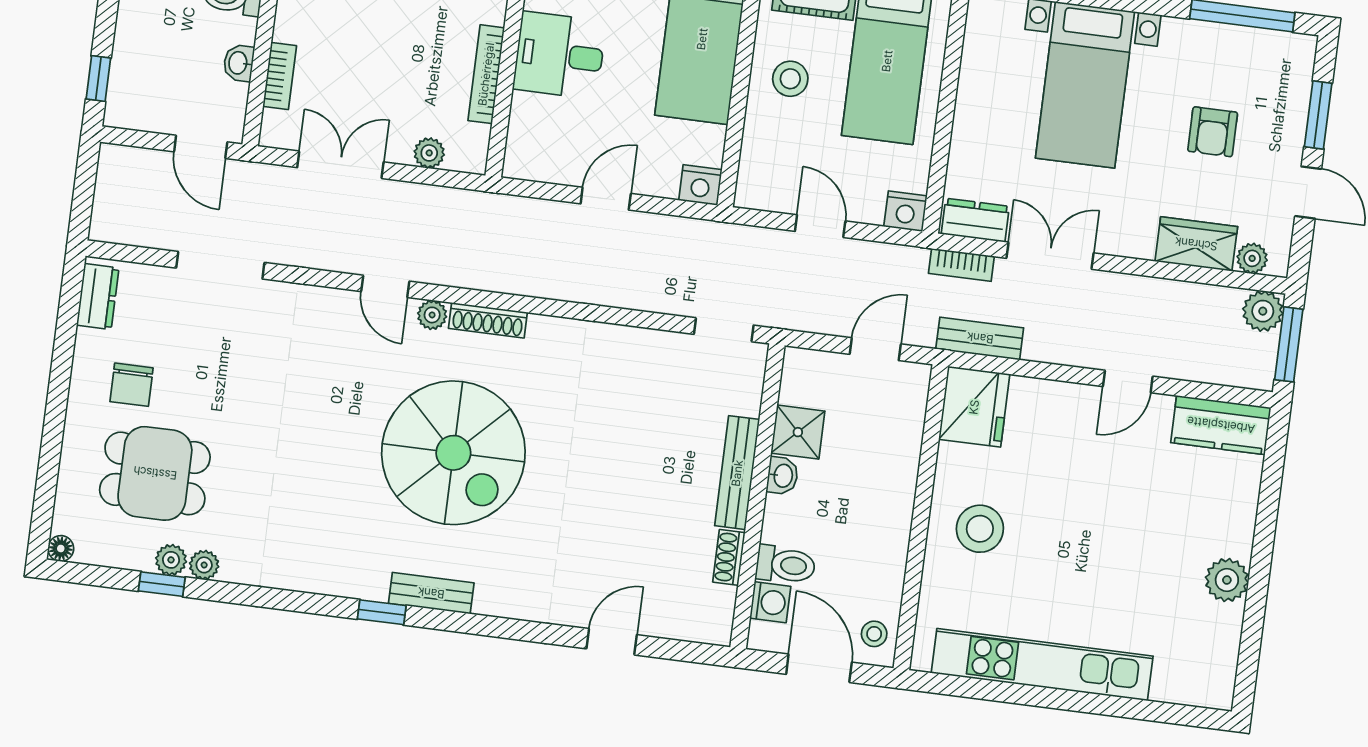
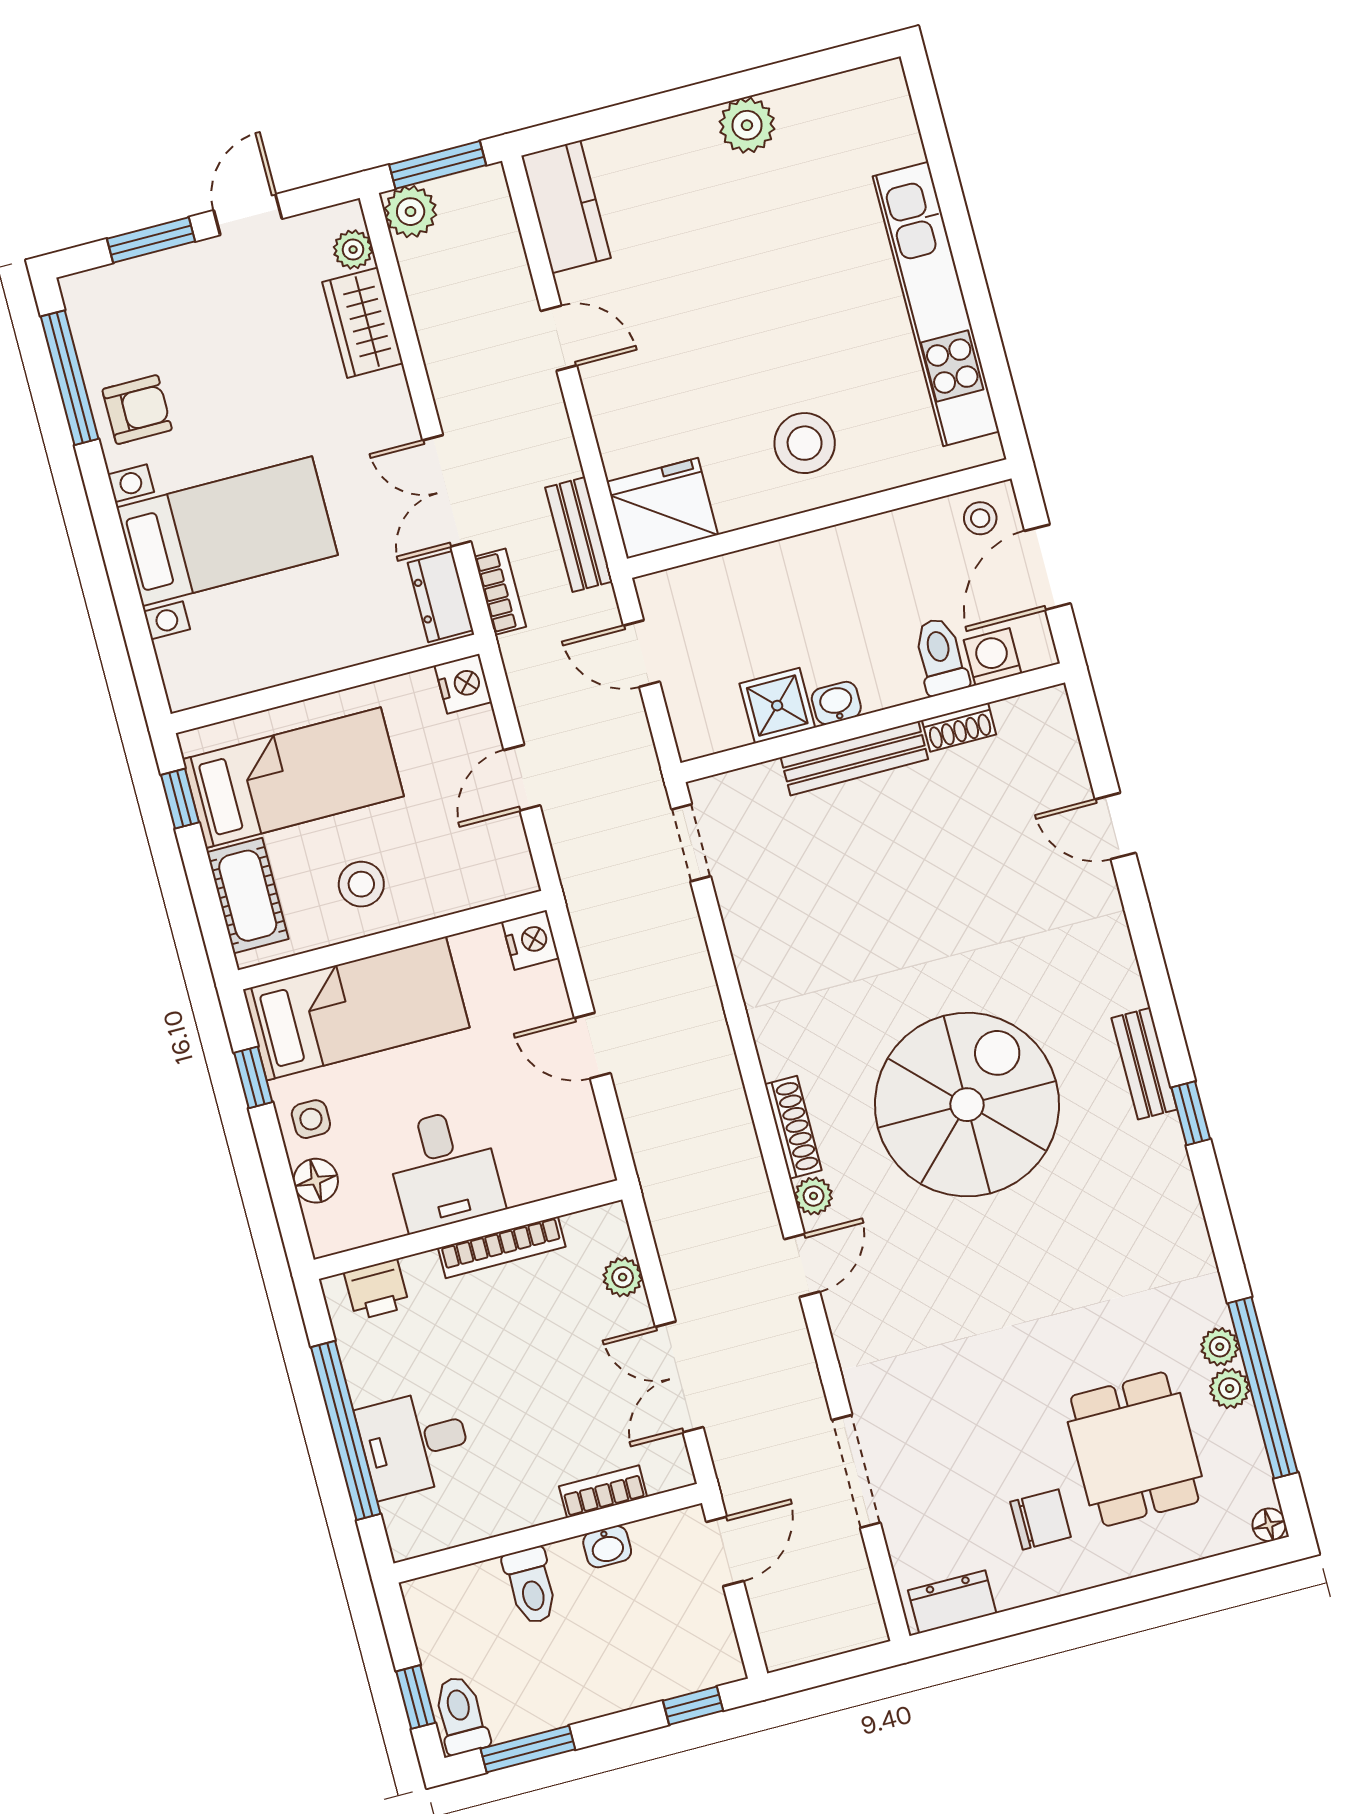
armchair: (1213, 132) -> (137, 410), moved
window: (162, 584) -> (1263, 1388), width x3.17

